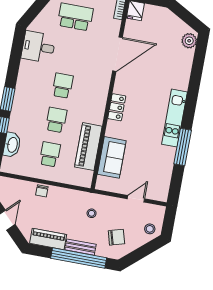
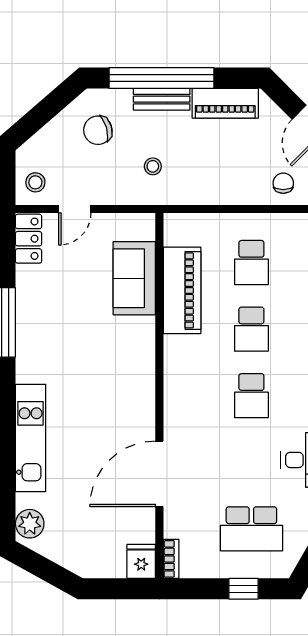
locker: (117, 107) -> (29, 239), moved, turned 180
kitchen unit: (174, 118) -> (31, 438), moved
chair: (42, 191) -> (283, 183), moved
stool: (150, 229) -> (35, 182), moved

